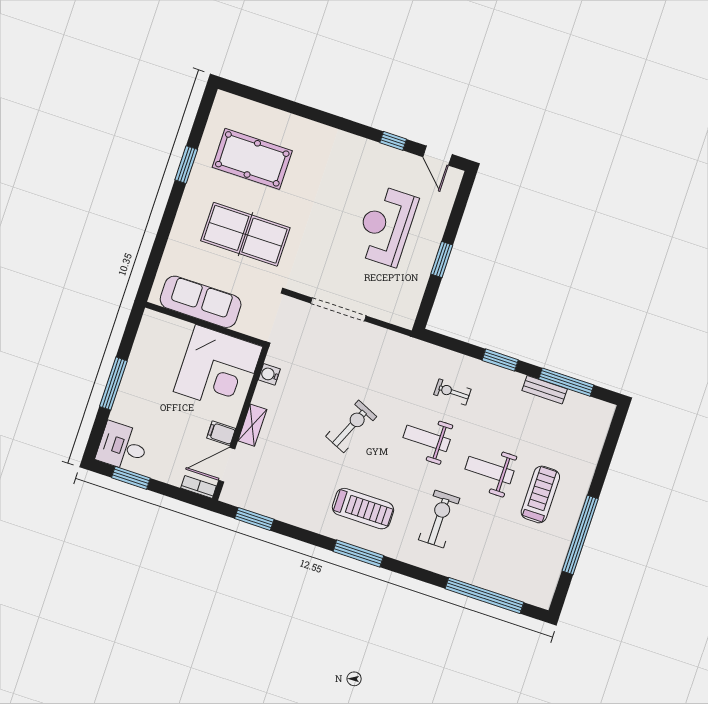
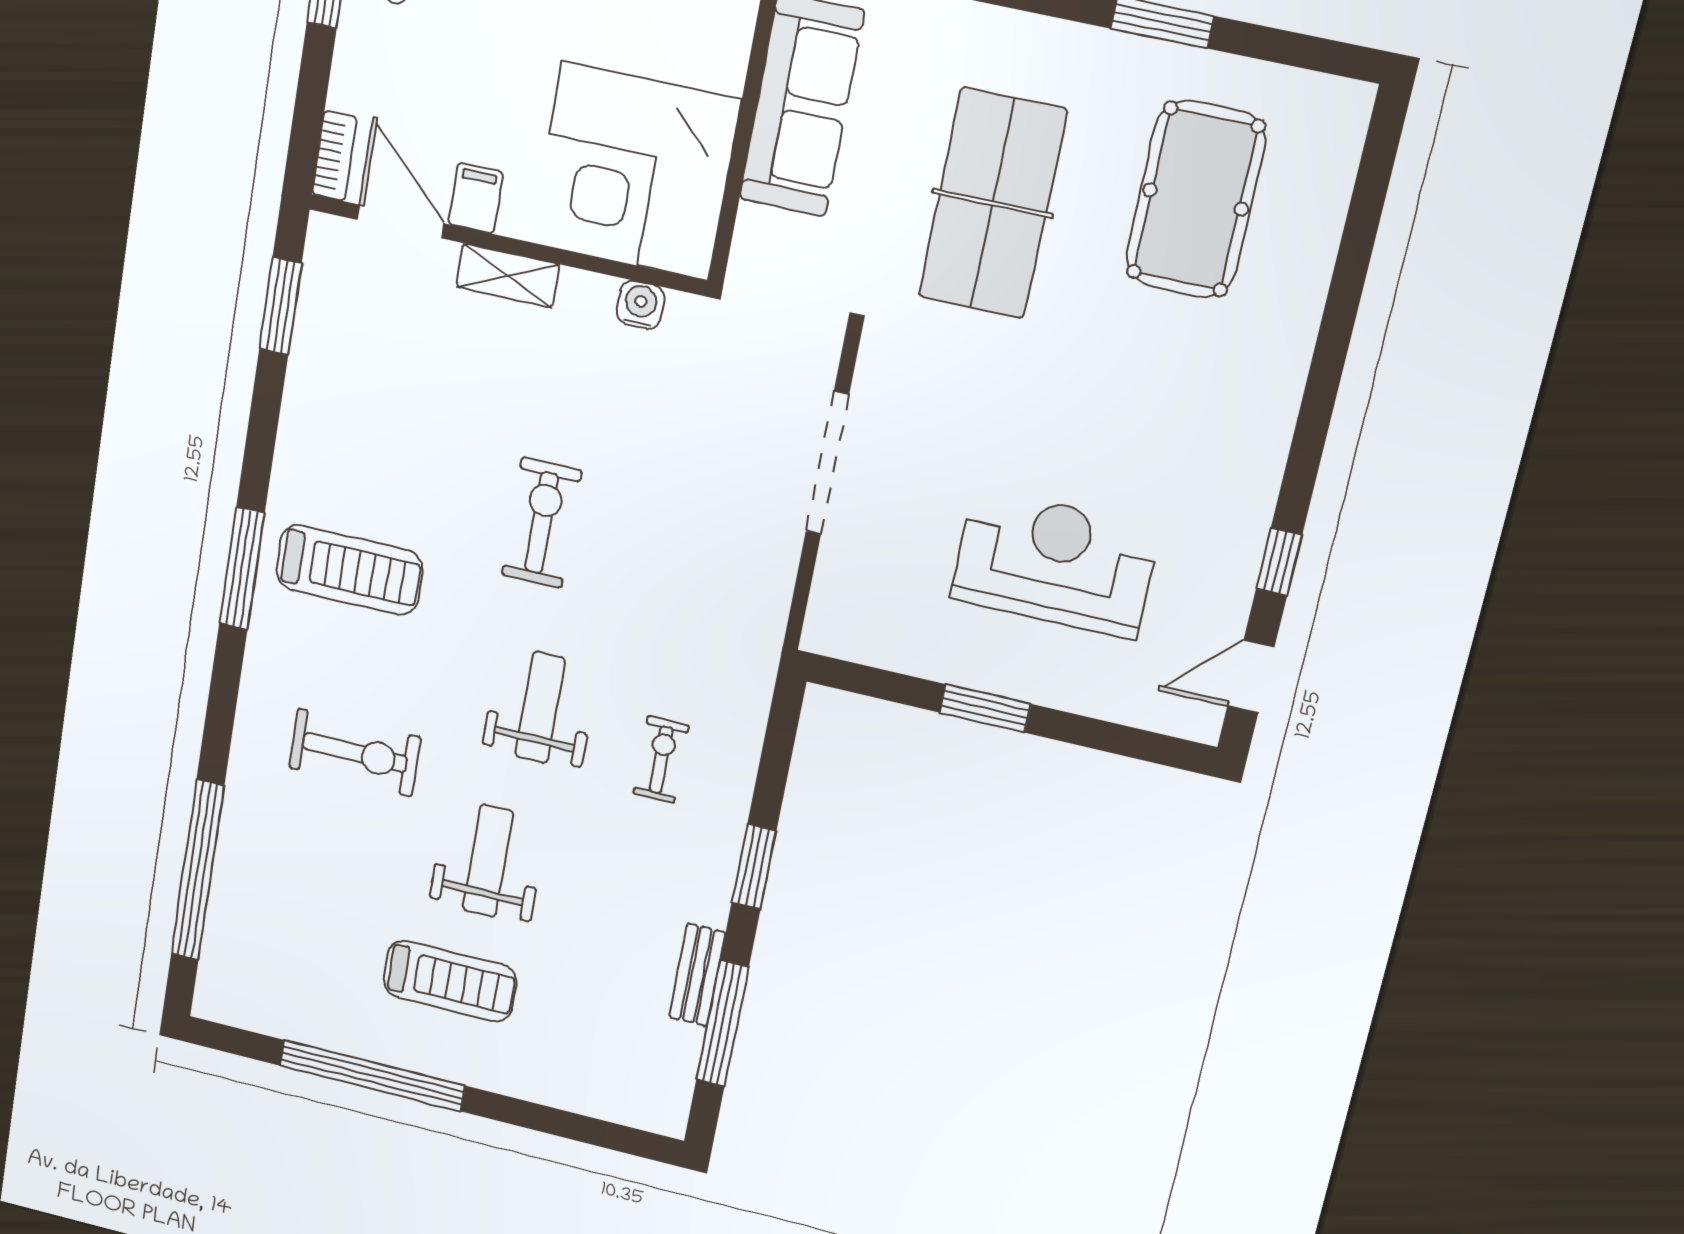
exercise bike: (351, 426) -> (542, 523), turned -114
treadmill: (363, 509) -> (349, 570), turned -90

